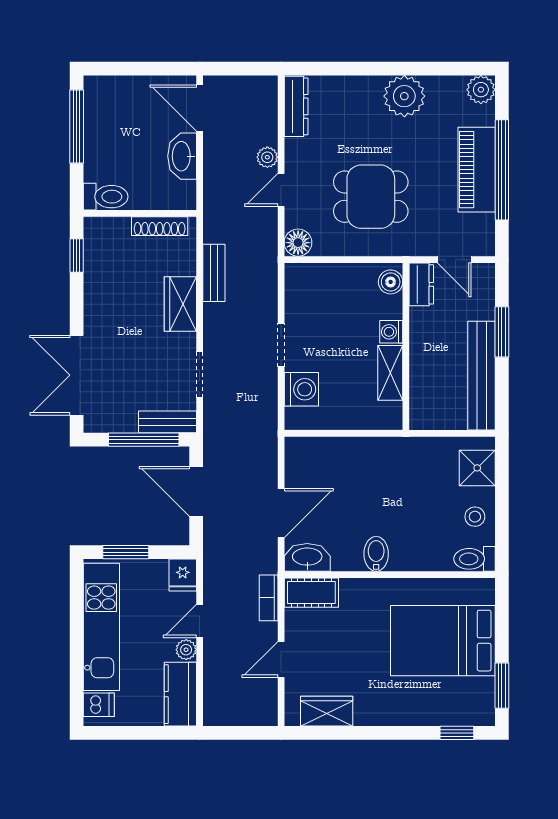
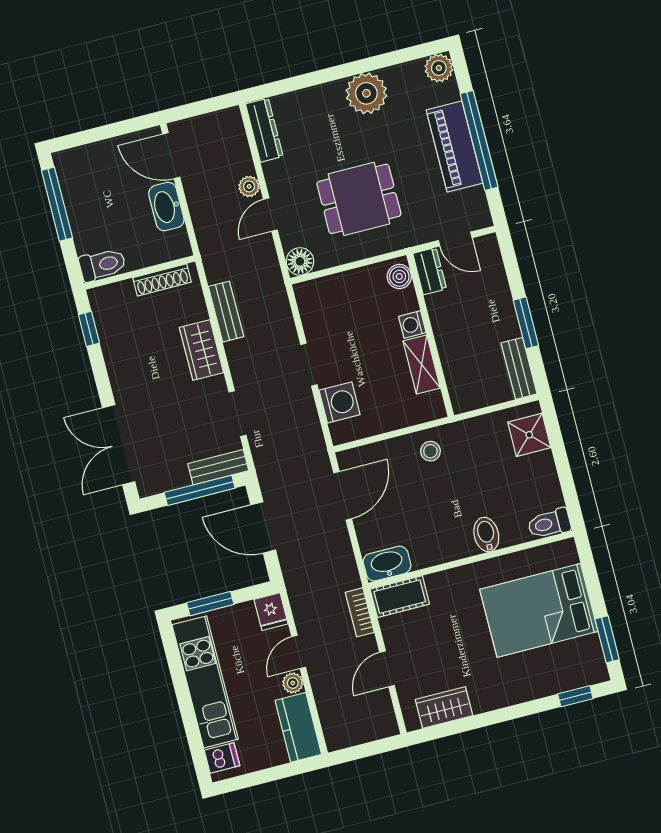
window: (502, 332) -> (526, 323), moved
bench: (481, 376) -> (519, 368), width x0.54, depth x0.82
door: (281, 513) -> (343, 496), moved
stool: (475, 517) -> (430, 451), moved
bidet: (376, 554) -> (486, 534), moved

